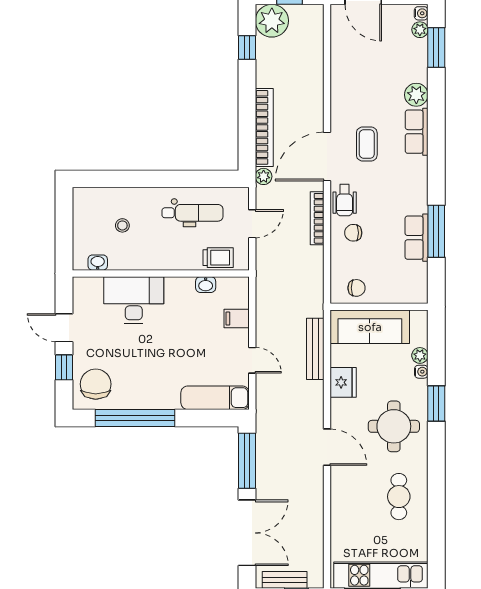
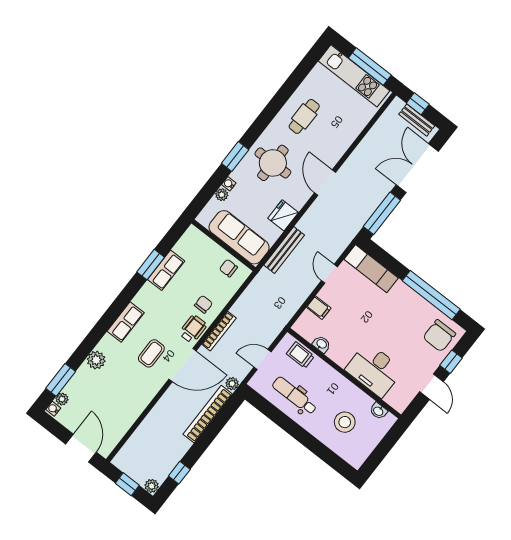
plant: (272, 21) -> (152, 486), width x0.53, depth x0.53
row of seats: (417, 132) -> (126, 322), moved
stool: (122, 225) -> (345, 422), width x1.89, depth x1.89
window: (436, 231) -> (151, 265), width x0.69
chair: (353, 233) -> (203, 304), turned -90

